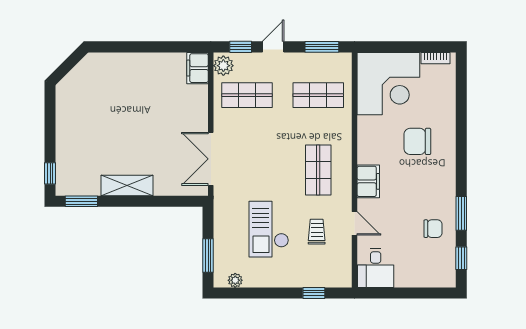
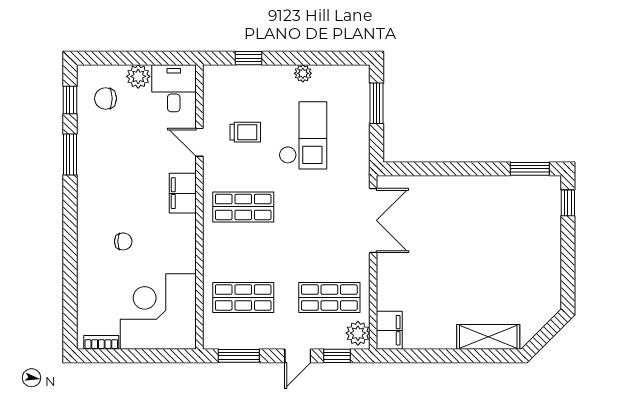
chair: (417, 141) -> (123, 241), width x0.54, depth x0.54
shop shelf: (318, 170) -> (243, 207), turned 90
shelving: (127, 186) -> (488, 337), moved
chair: (433, 229) -> (105, 98), moved
trolley: (317, 232) -> (245, 132), turned -90
plant: (405, 278) -> (138, 76), added
plant: (235, 280) -> (303, 73), moved

